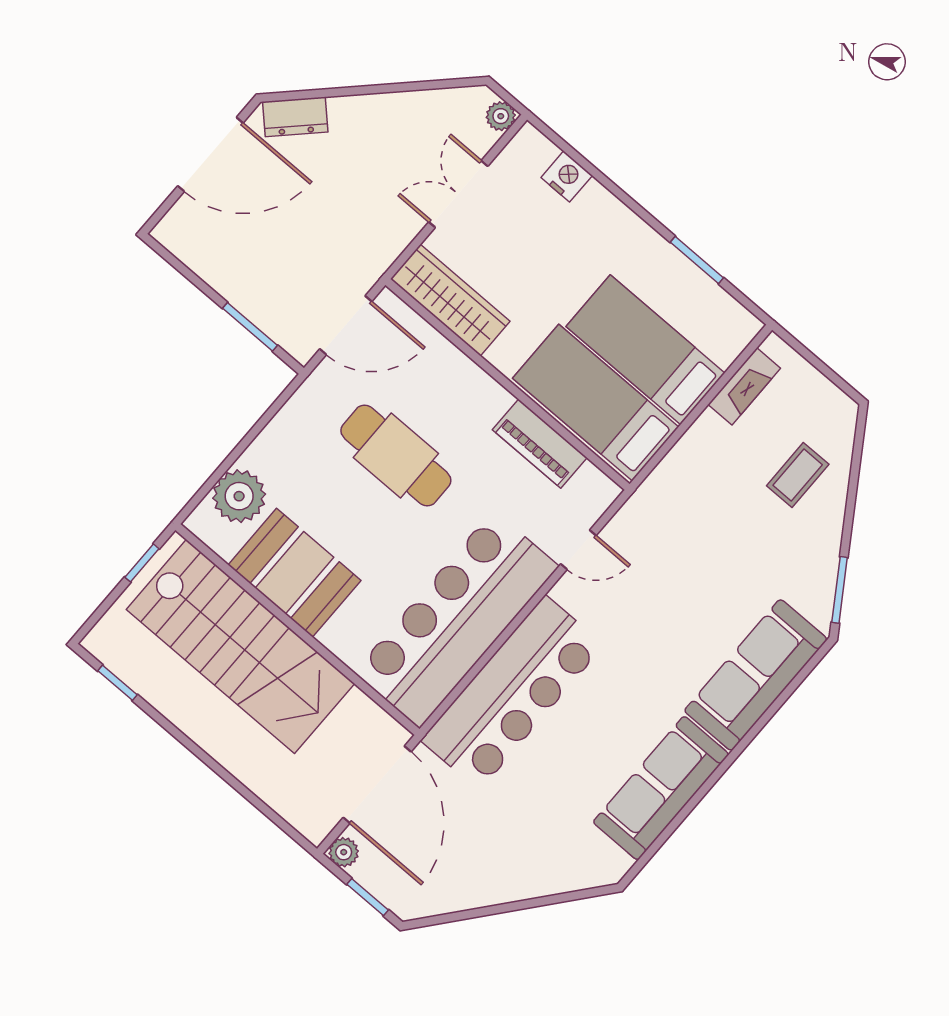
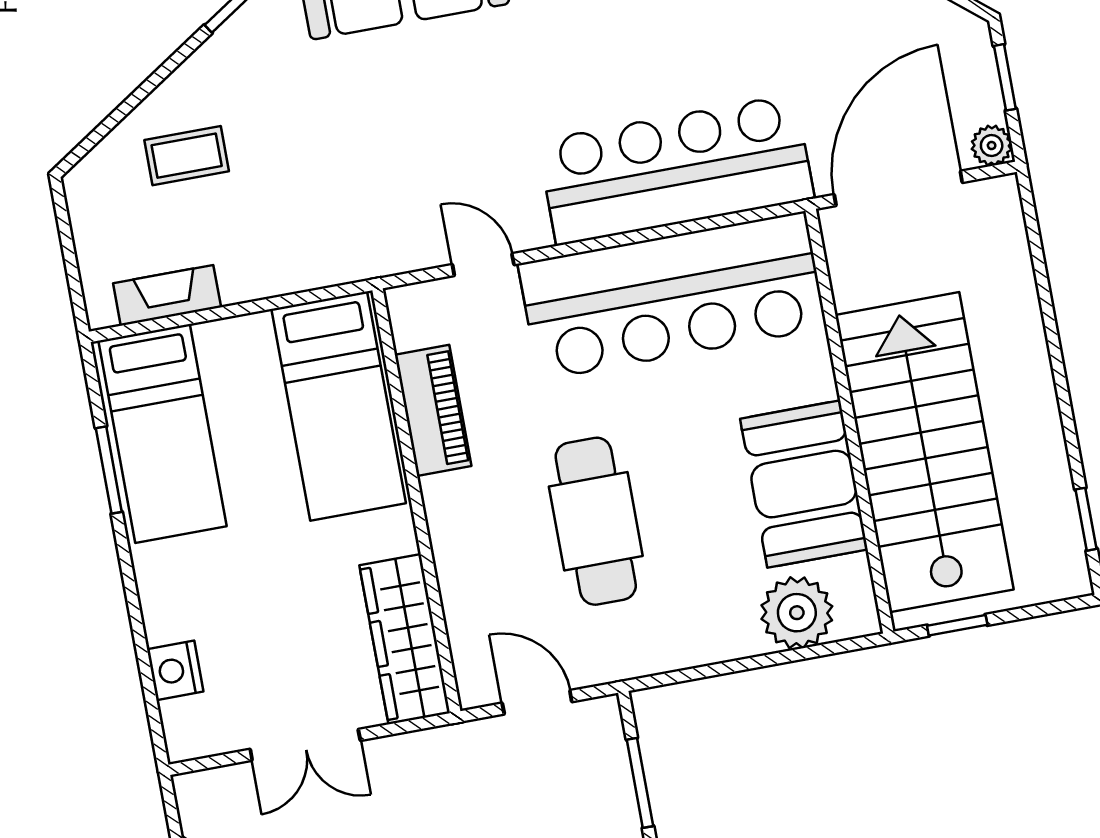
plant: (501, 116) -> (193, 791), removed
door: (346, 325) -> (537, 702), width x0.73
bed: (645, 350) -> (162, 433), moved

